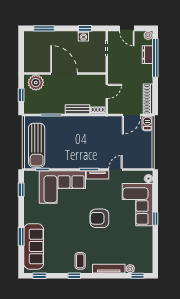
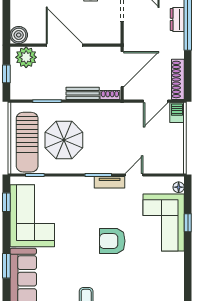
boiler: (30, 66) -> (19, 35), added
door: (107, 91) -> (122, 69), width x1.87
parasol: (64, 144) -> (64, 140), added
corner sofa: (62, 187) -> (32, 216), moved, turned -90
window: (155, 219) -> (188, 223), moved

